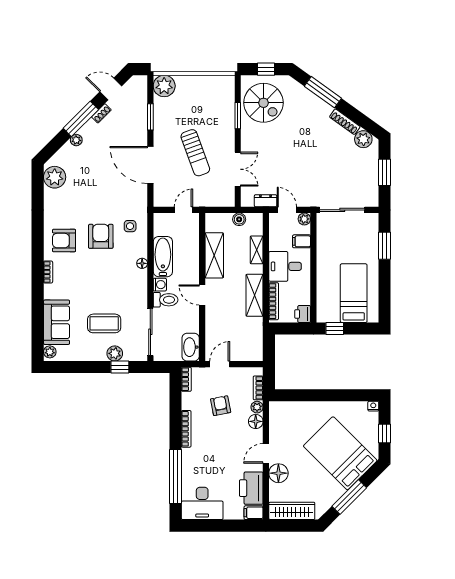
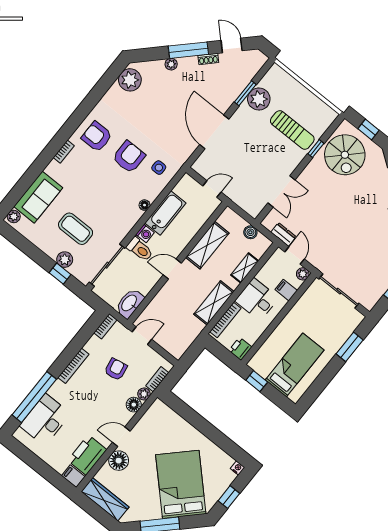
plant: (164, 86) -> (259, 99), moved
window: (238, 116) -> (316, 149), width x0.67
sun lounger: (195, 153) -> (292, 130), moved, turned -70
door: (202, 295) -> (172, 269), hinge flipped
desk: (202, 503) -> (45, 420), moved, turned 90

